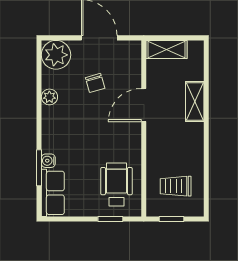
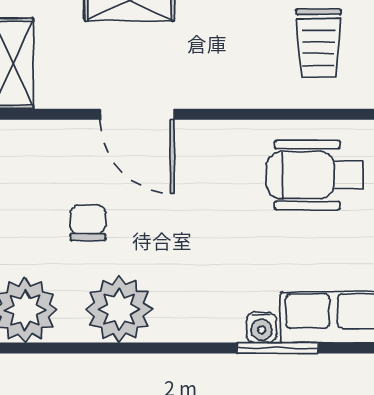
chair: (95, 83) -> (88, 223), turned -74
plant: (49, 97) -> (119, 309), width x1.87, depth x1.87

